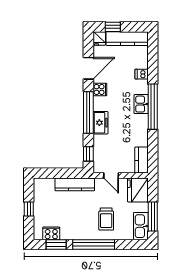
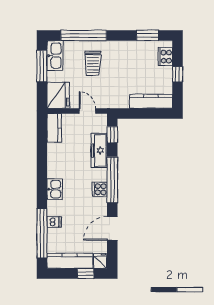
cooker: (100, 89) -> (100, 189), moved
window: (153, 107) -> (42, 233), moved
freezer: (100, 123) -> (99, 150), moved, width x1.40
kitchen counter: (75, 184) -> (151, 101), moved
trolley: (106, 219) -> (93, 63), turned 180
cooker: (51, 233) -> (165, 57), moved, turned 90
window: (94, 245) -> (84, 35), moved

